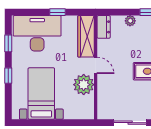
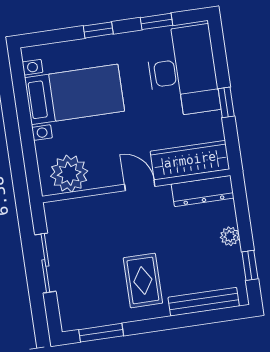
dresser: (104, 27) -> (203, 191), width x1.44
door: (96, 65) -> (140, 185), swing flipped
plant: (84, 85) -> (69, 174), moved

